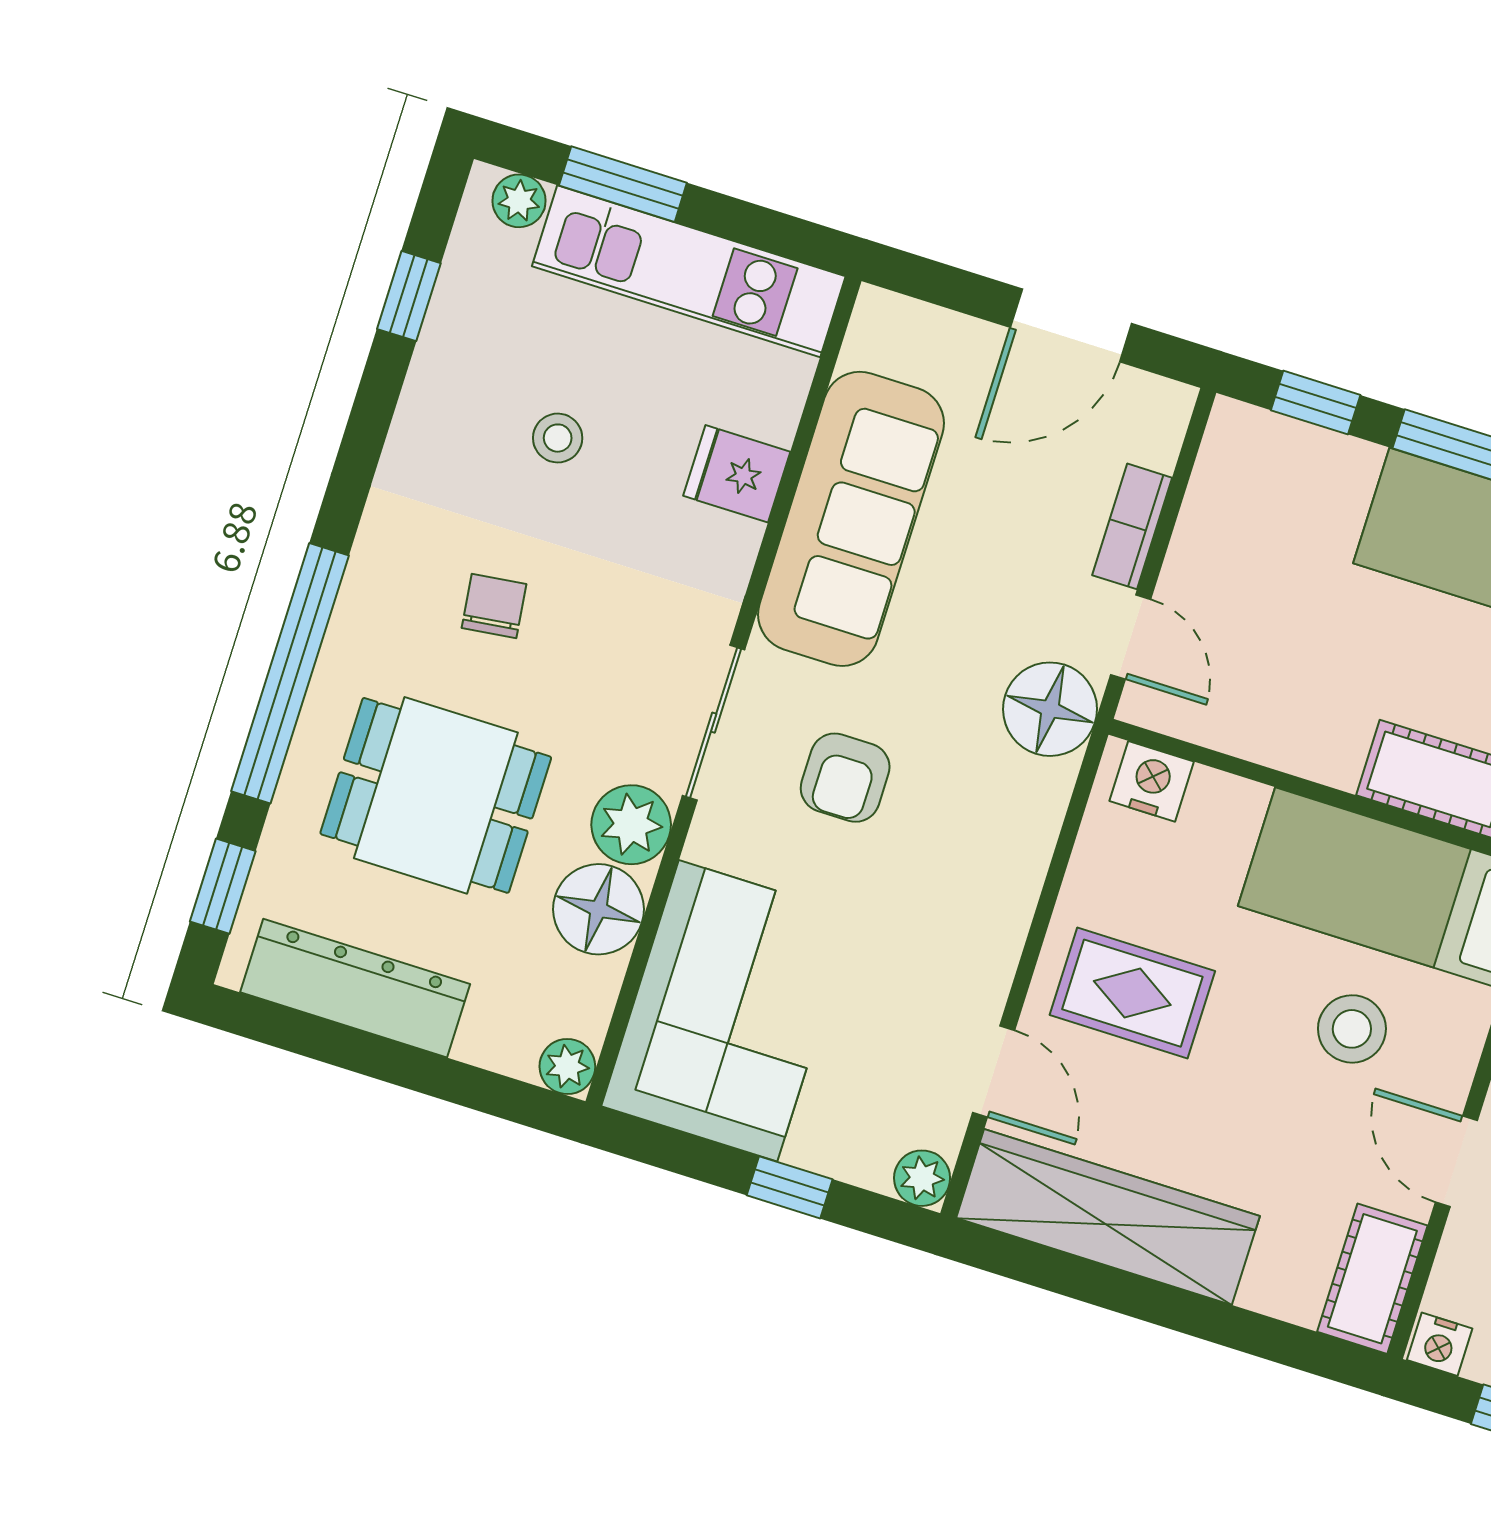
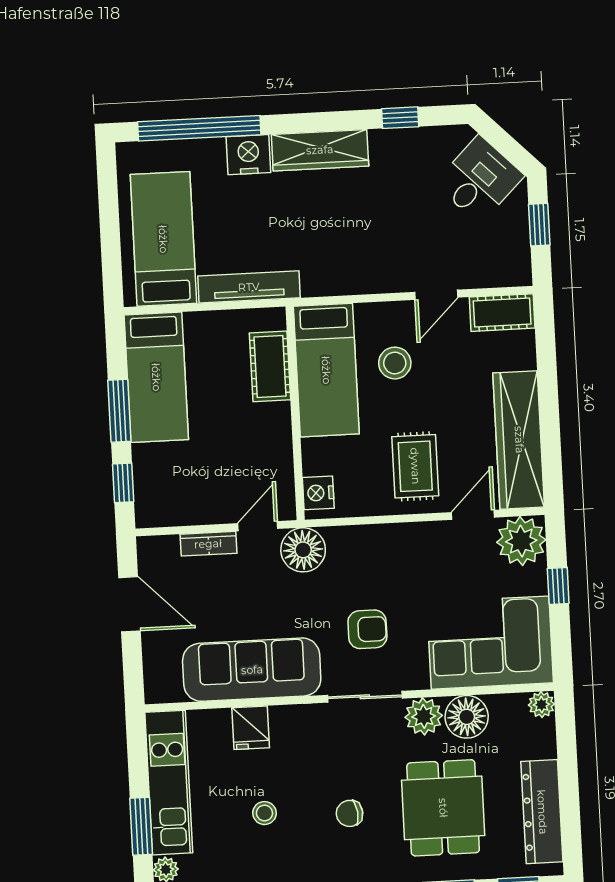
plant: (922, 1178) -> (521, 541), width x1.88, depth x1.88
nightstand: (1440, 1344) -> (520, 272), removed

